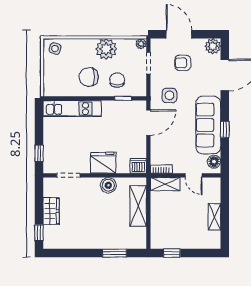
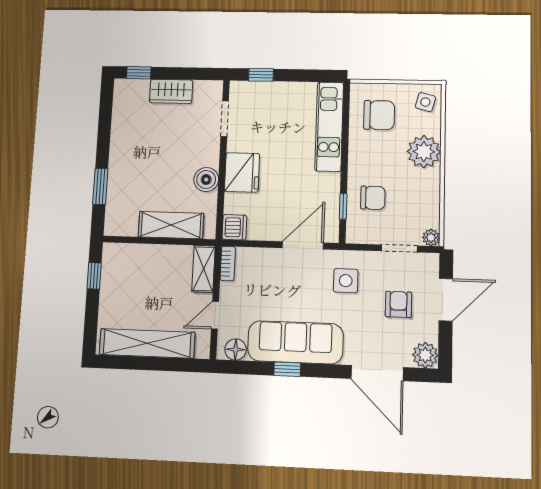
plant: (106, 49) -> (424, 152), moved
chair: (89, 77) -> (379, 115), moved, turned 90
door: (148, 123) -> (303, 245), swing flipped
shelving: (215, 217) -> (147, 343), width x2.20, depth x1.33

